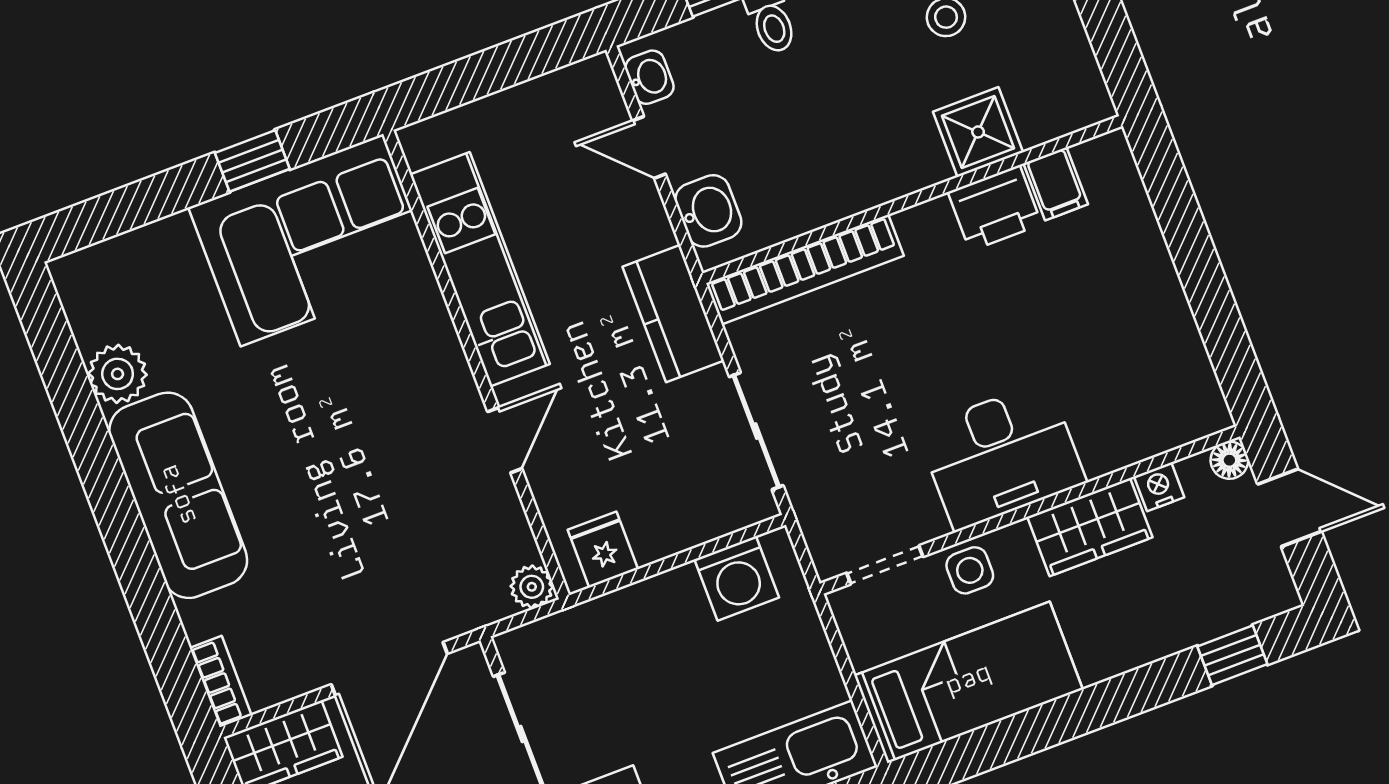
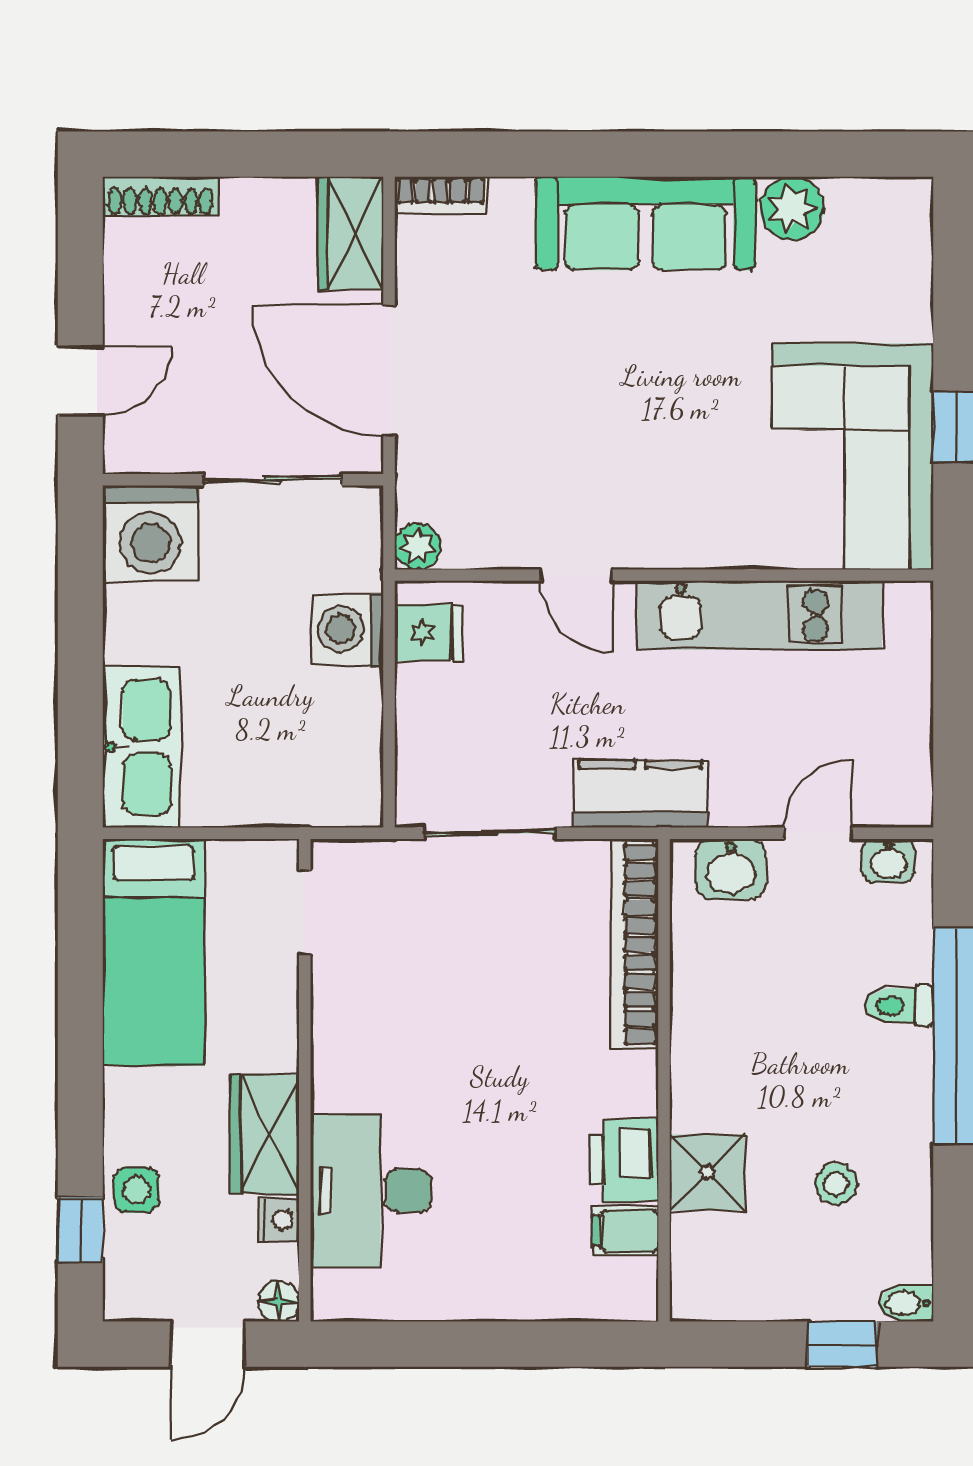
desk: (1001, 456) -> (371, 1191), moved
side table: (970, 570) -> (137, 1190), moved
washing machine: (737, 578) -> (348, 629), moved

